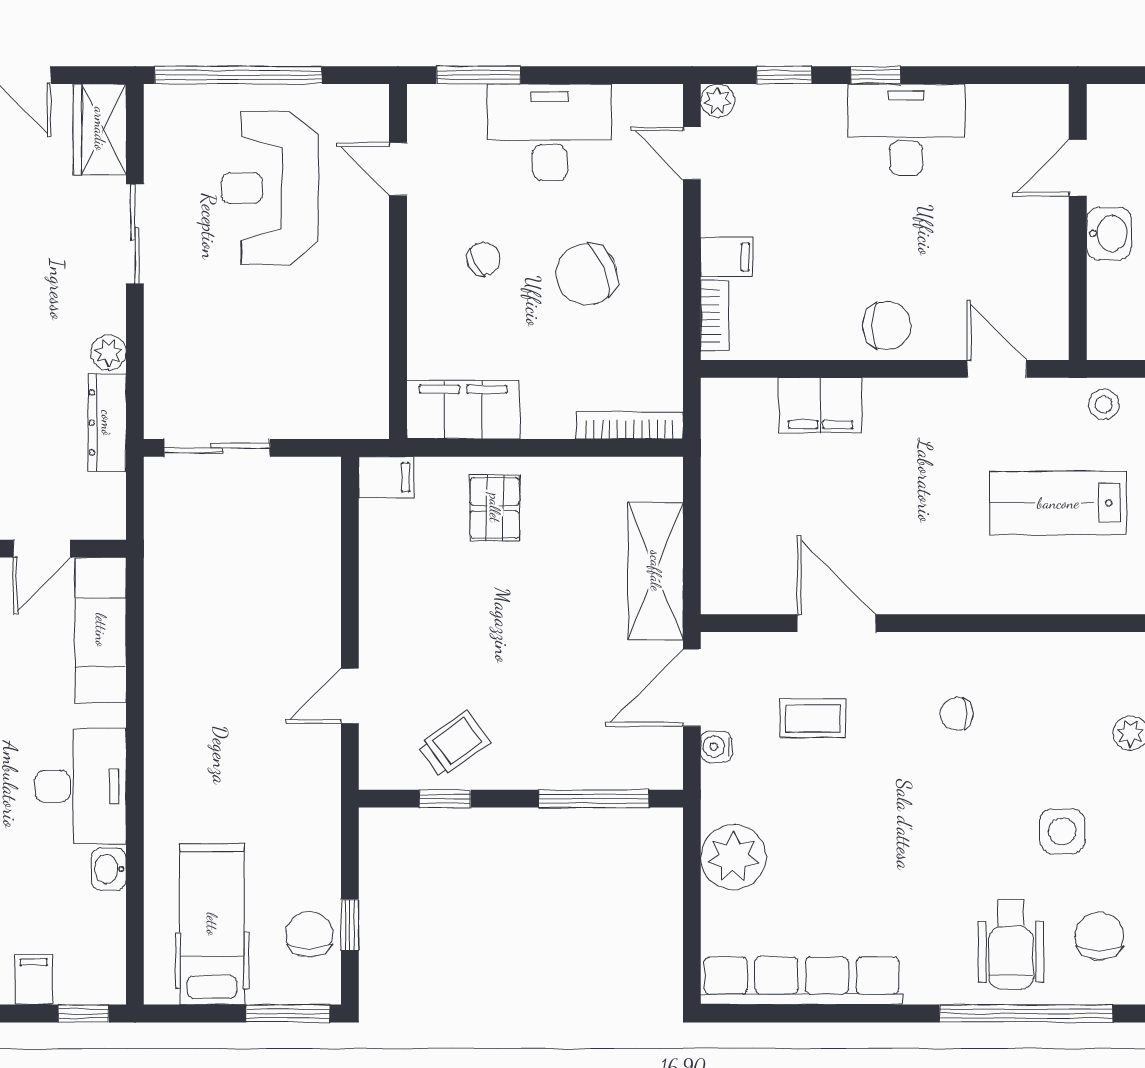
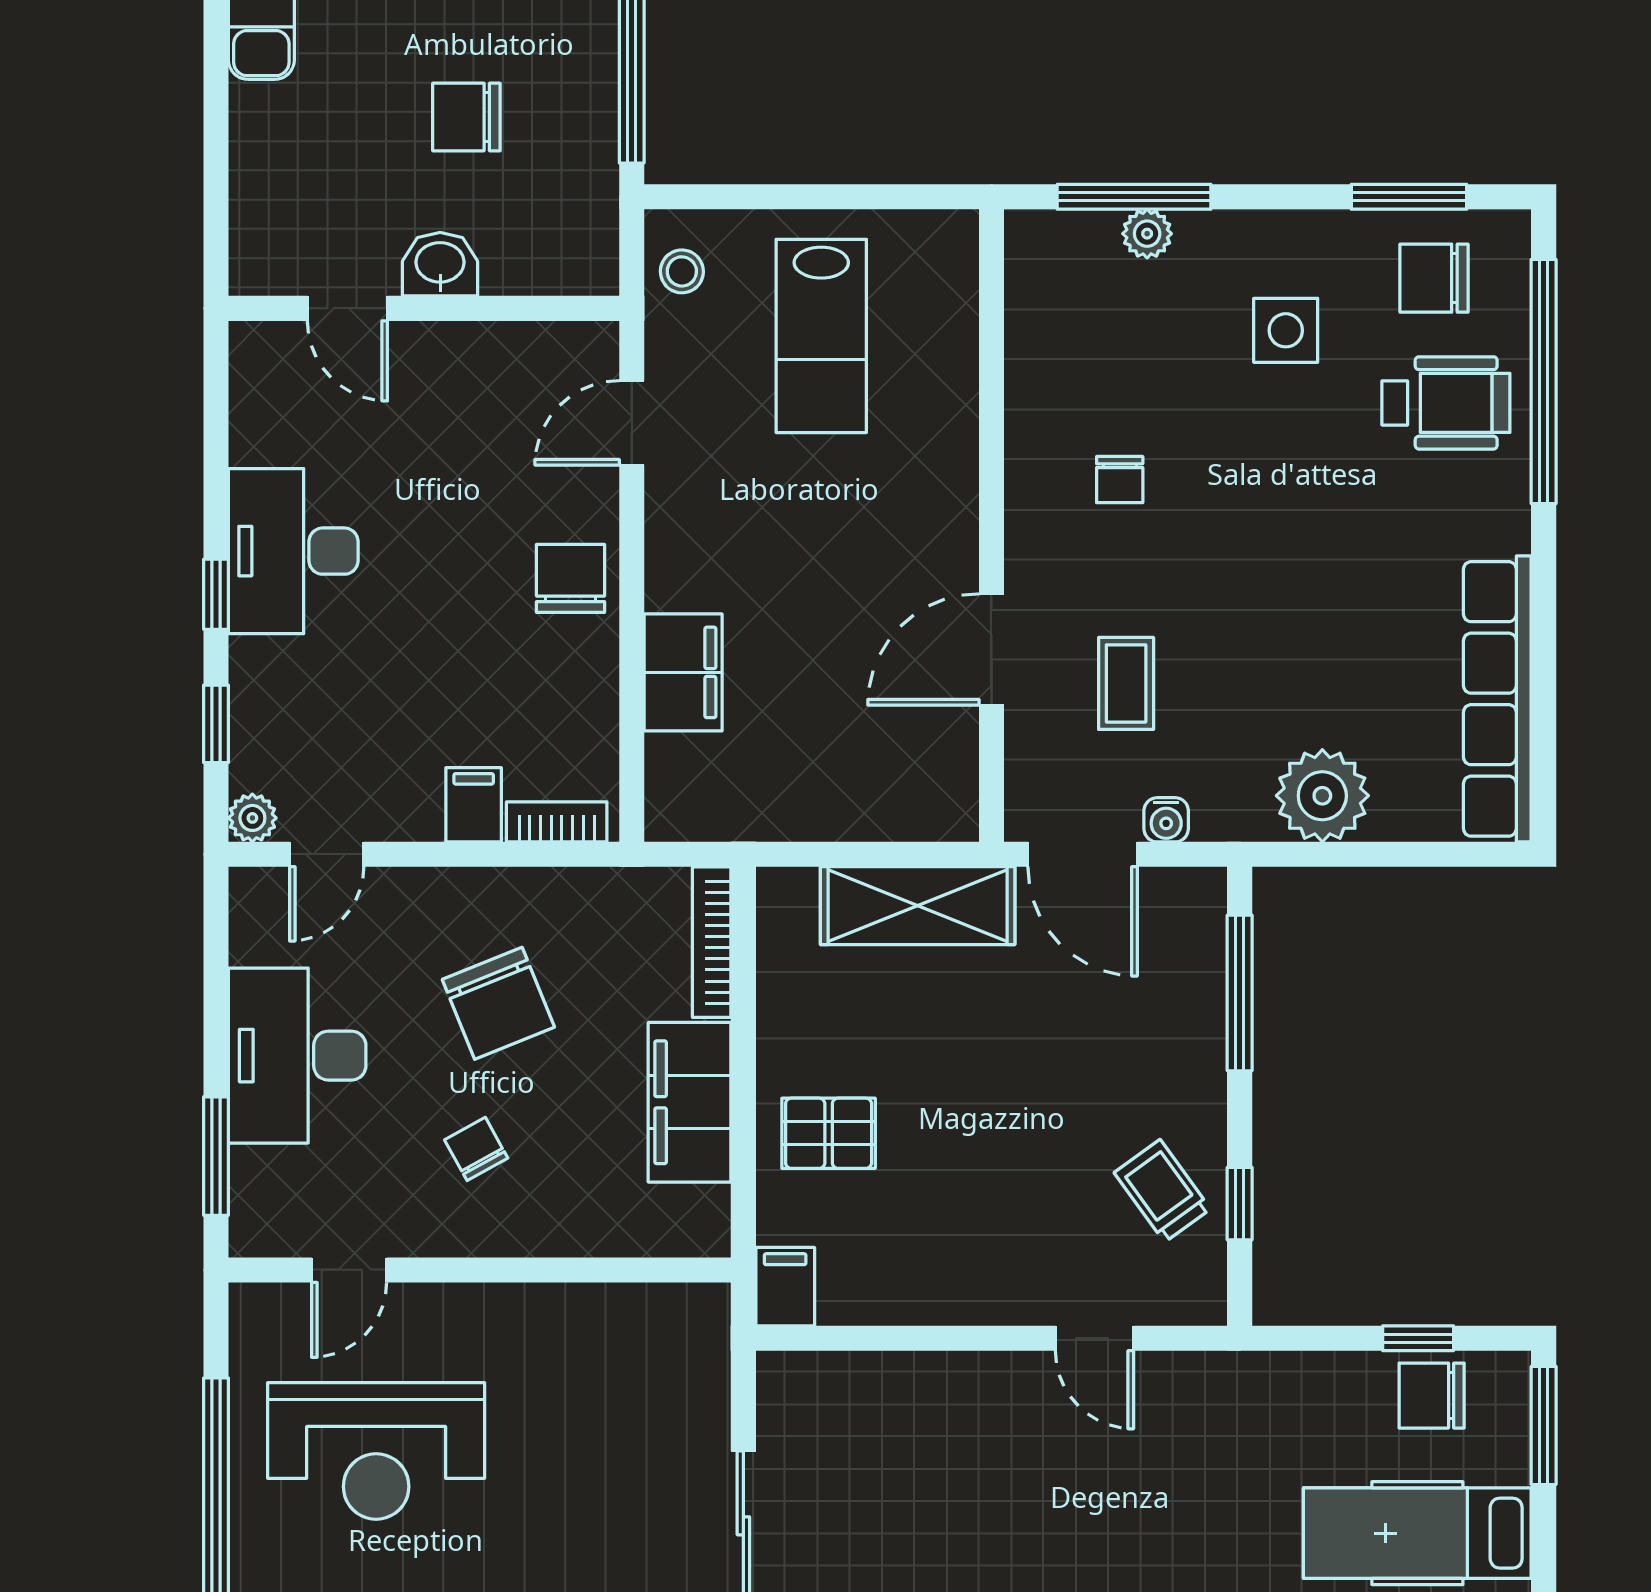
filing cabinet: (463, 410) -> (690, 1102), moved

